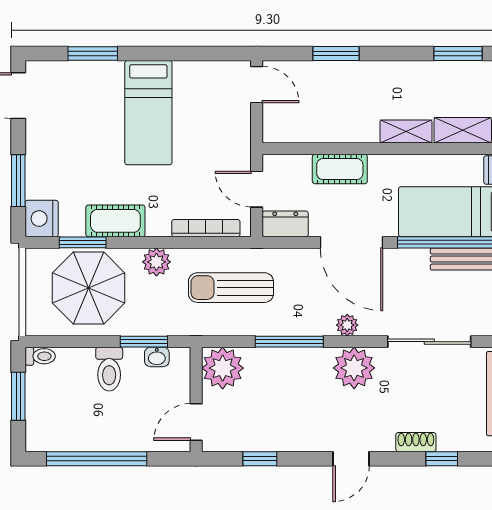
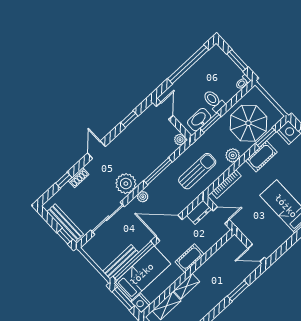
cot: (340, 169) -> (190, 258), moved
washbasin: (157, 357) -> (199, 120), width x1.91, depth x1.45
plant: (223, 368) -> (180, 140), width x0.53, depth x0.53

